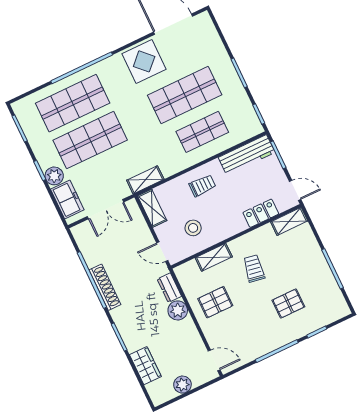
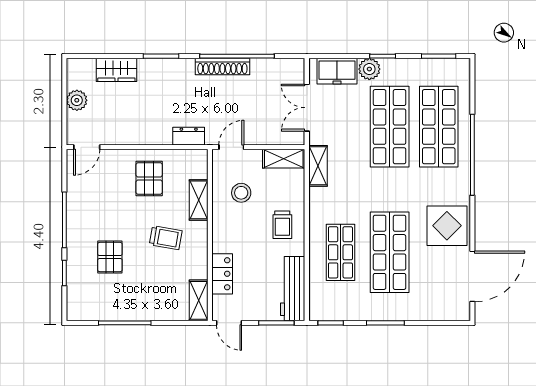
door: (295, 190) -> (229, 323), hinge flipped
plant: (178, 310) -> (160, 133), removed

